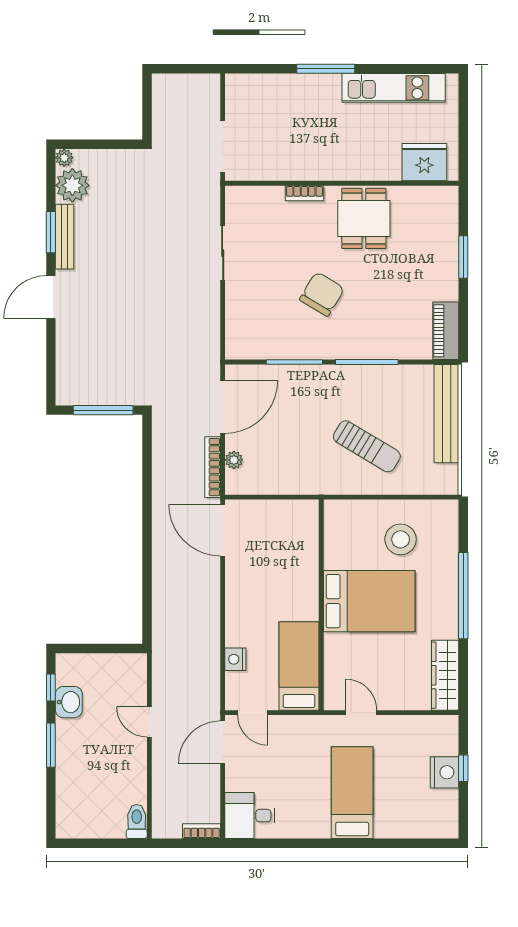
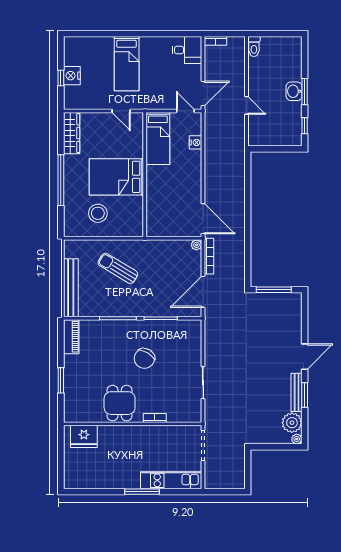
kitchen unit: (394, 88) -> (171, 480), moved
plant: (234, 460) -> (196, 245), moved
washbasin: (69, 702) -> (294, 91), moved

